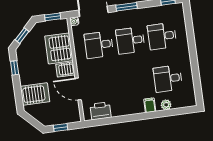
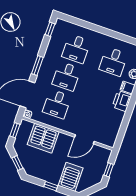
window: (15, 68) -> (51, 186), moved
server rack: (65, 70) -> (63, 142), removed
printer: (101, 111) -> (122, 101), moved

